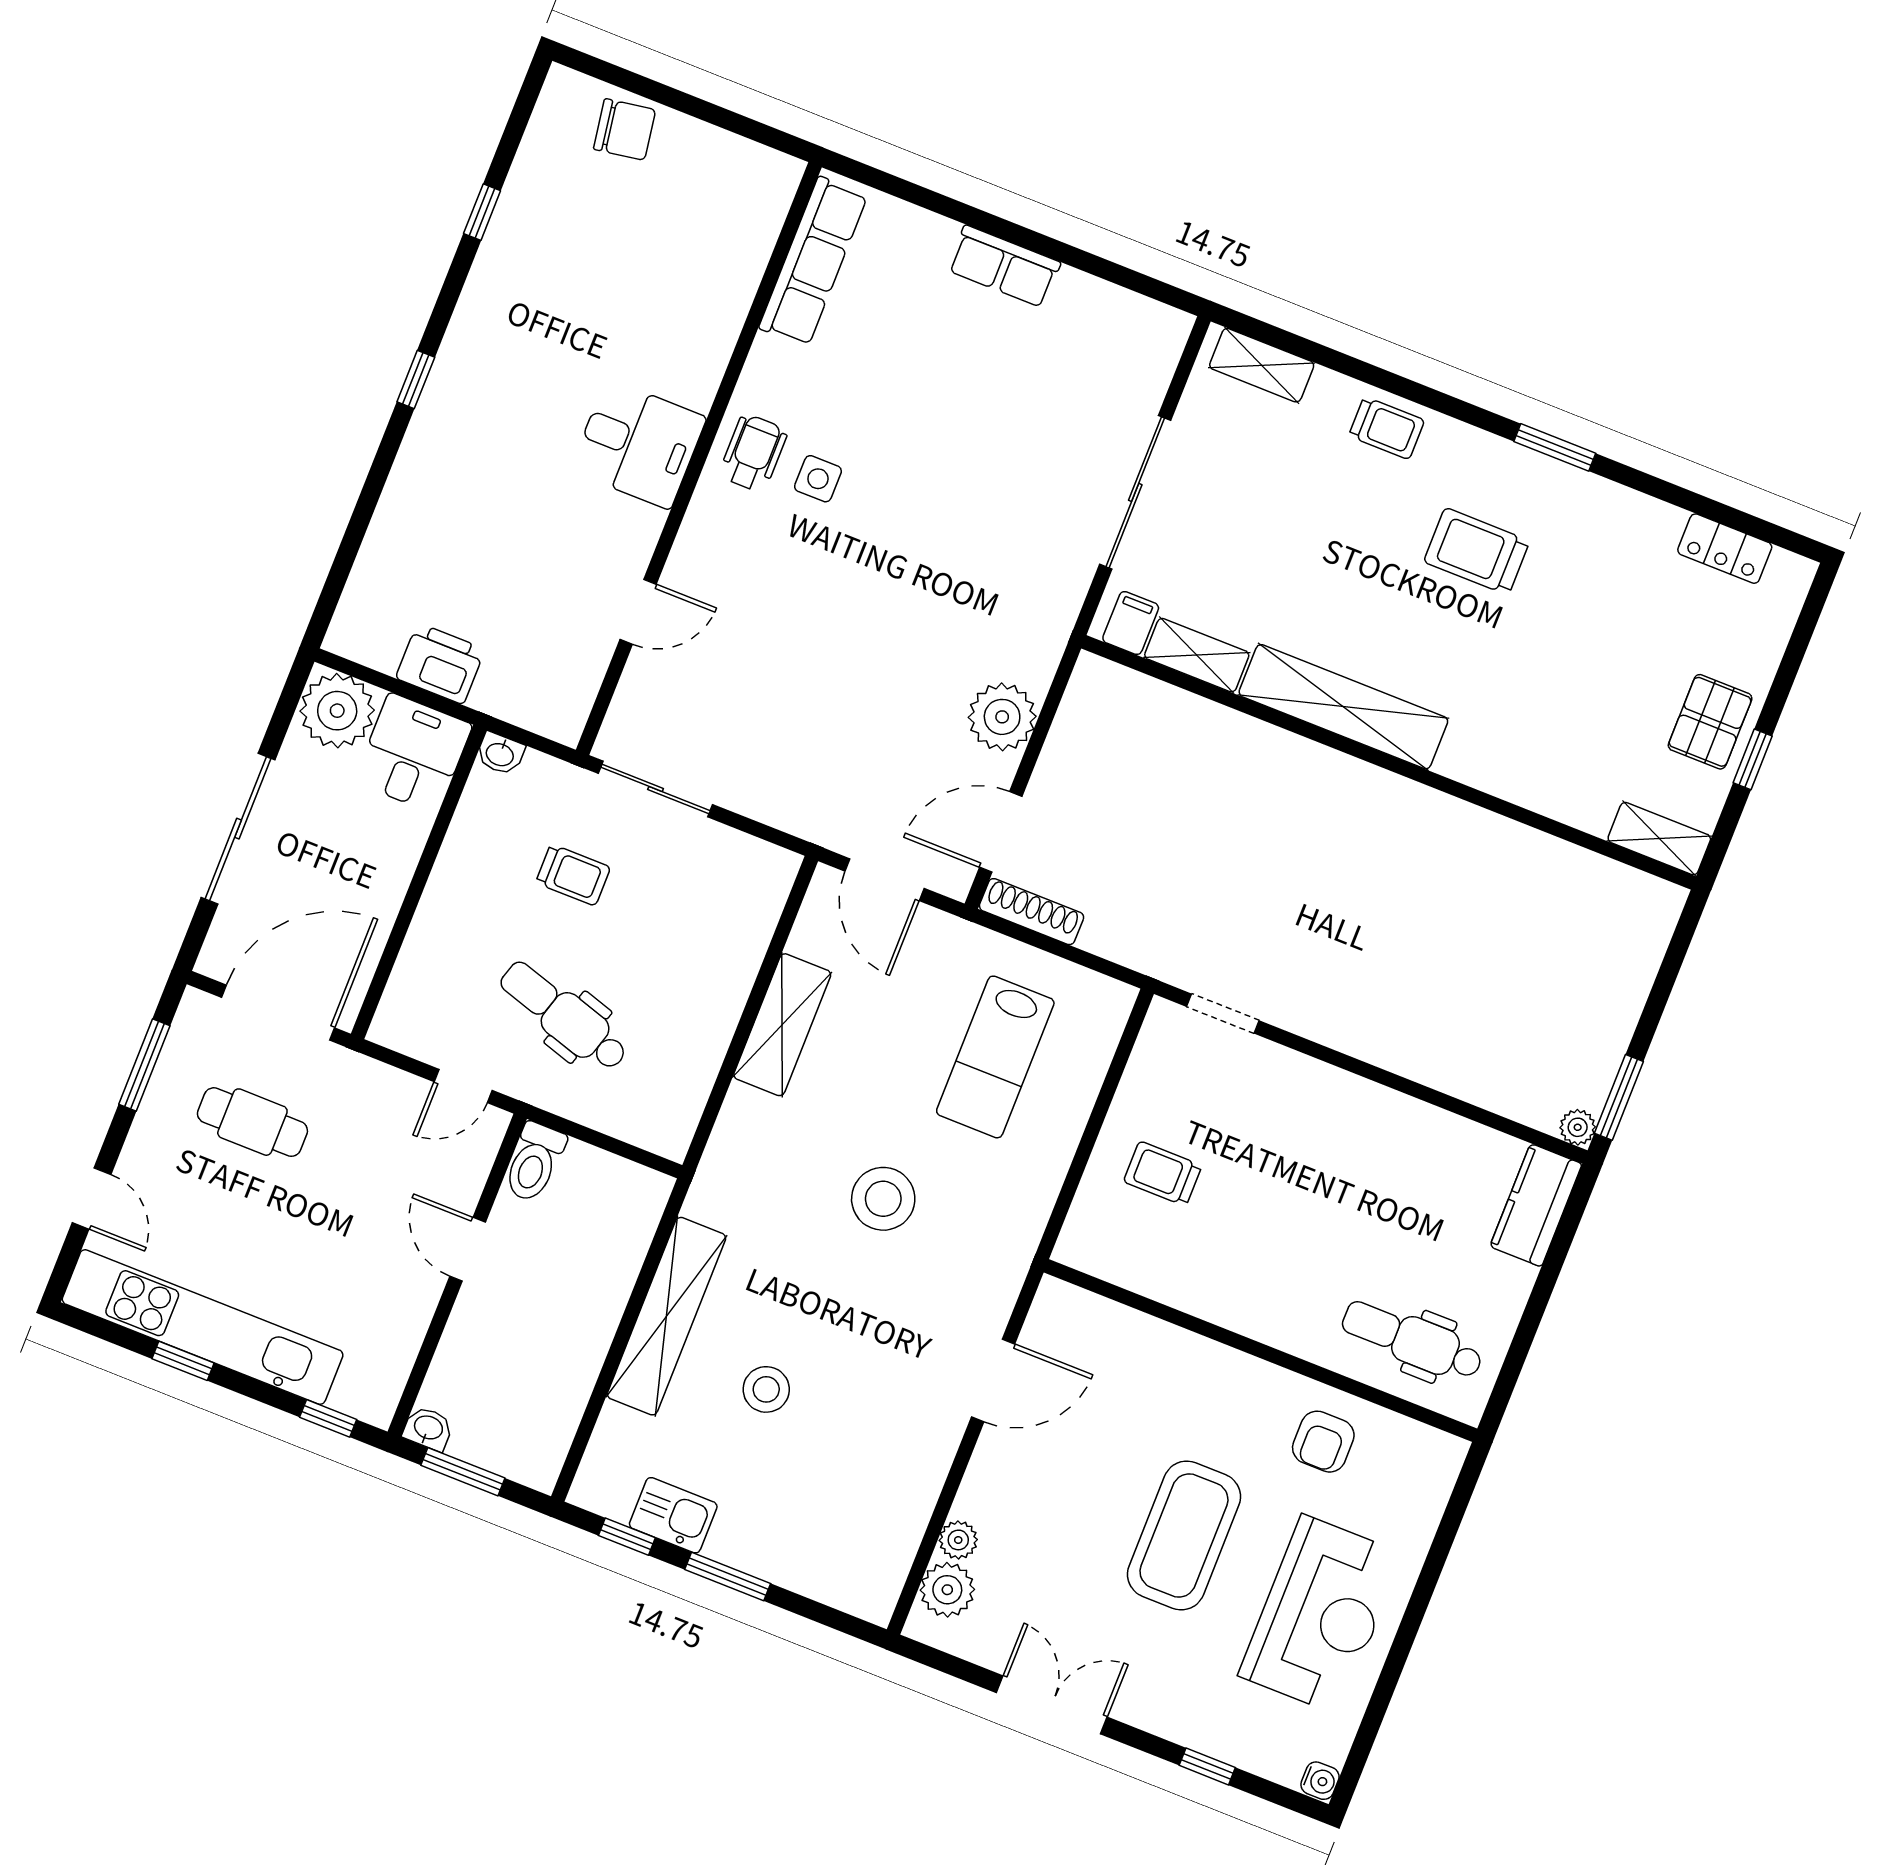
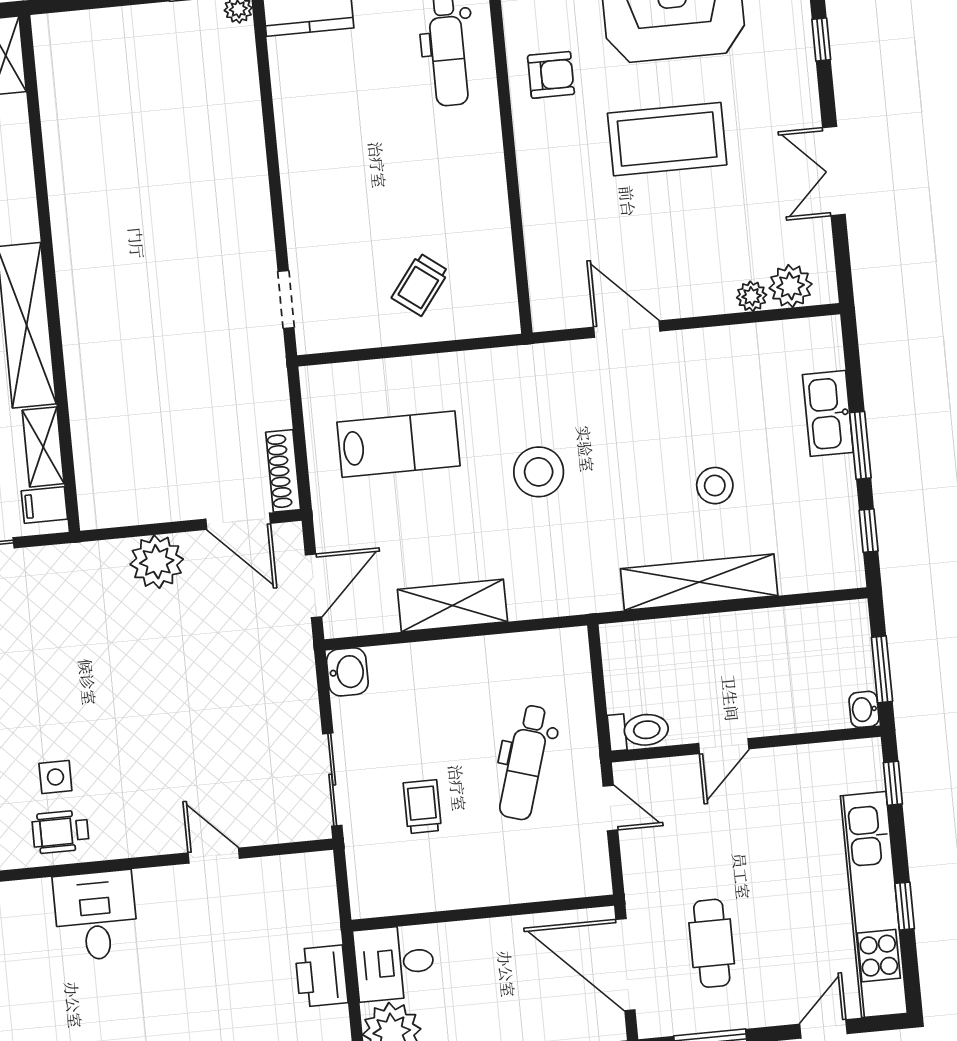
washbasin: (500, 754) -> (347, 672), moved, width x1.38, depth x1.45
trolley: (1163, 1174) -> (420, 284), turned 37
kitchen sink: (673, 1515) -> (828, 413), moved, width x1.38

